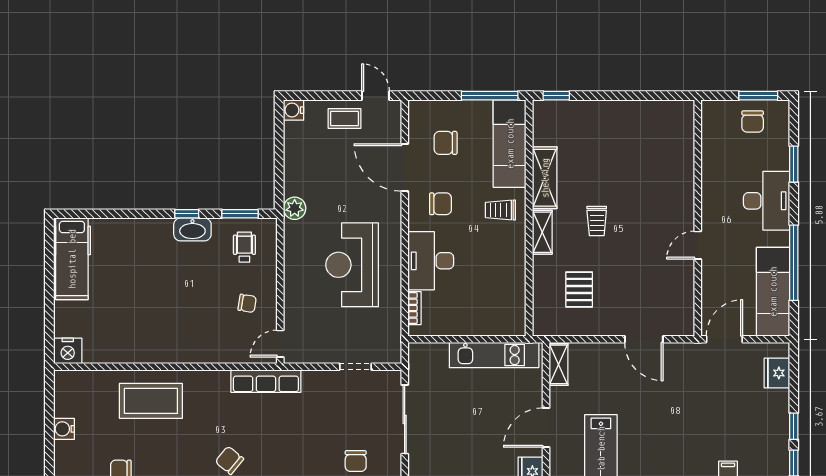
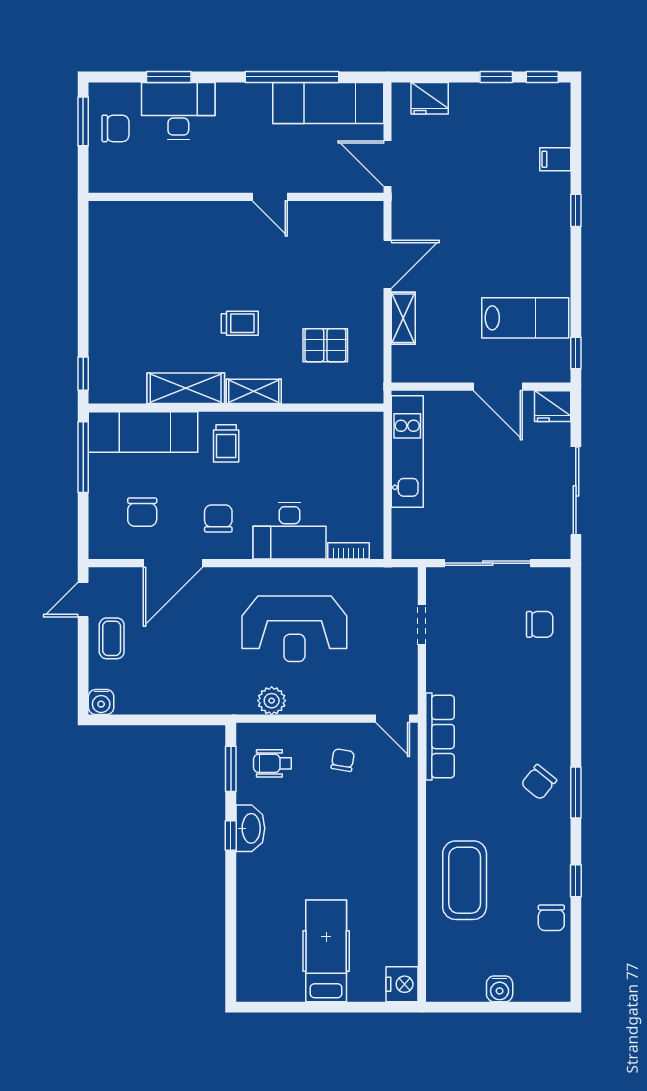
desk: (767, 201) -> (178, 111), moved
plant: (295, 208) -> (272, 701), moved
hospital bed: (72, 259) -> (326, 951), moved, turned -90
shelving: (559, 364) -> (403, 318), moved, turned 90

